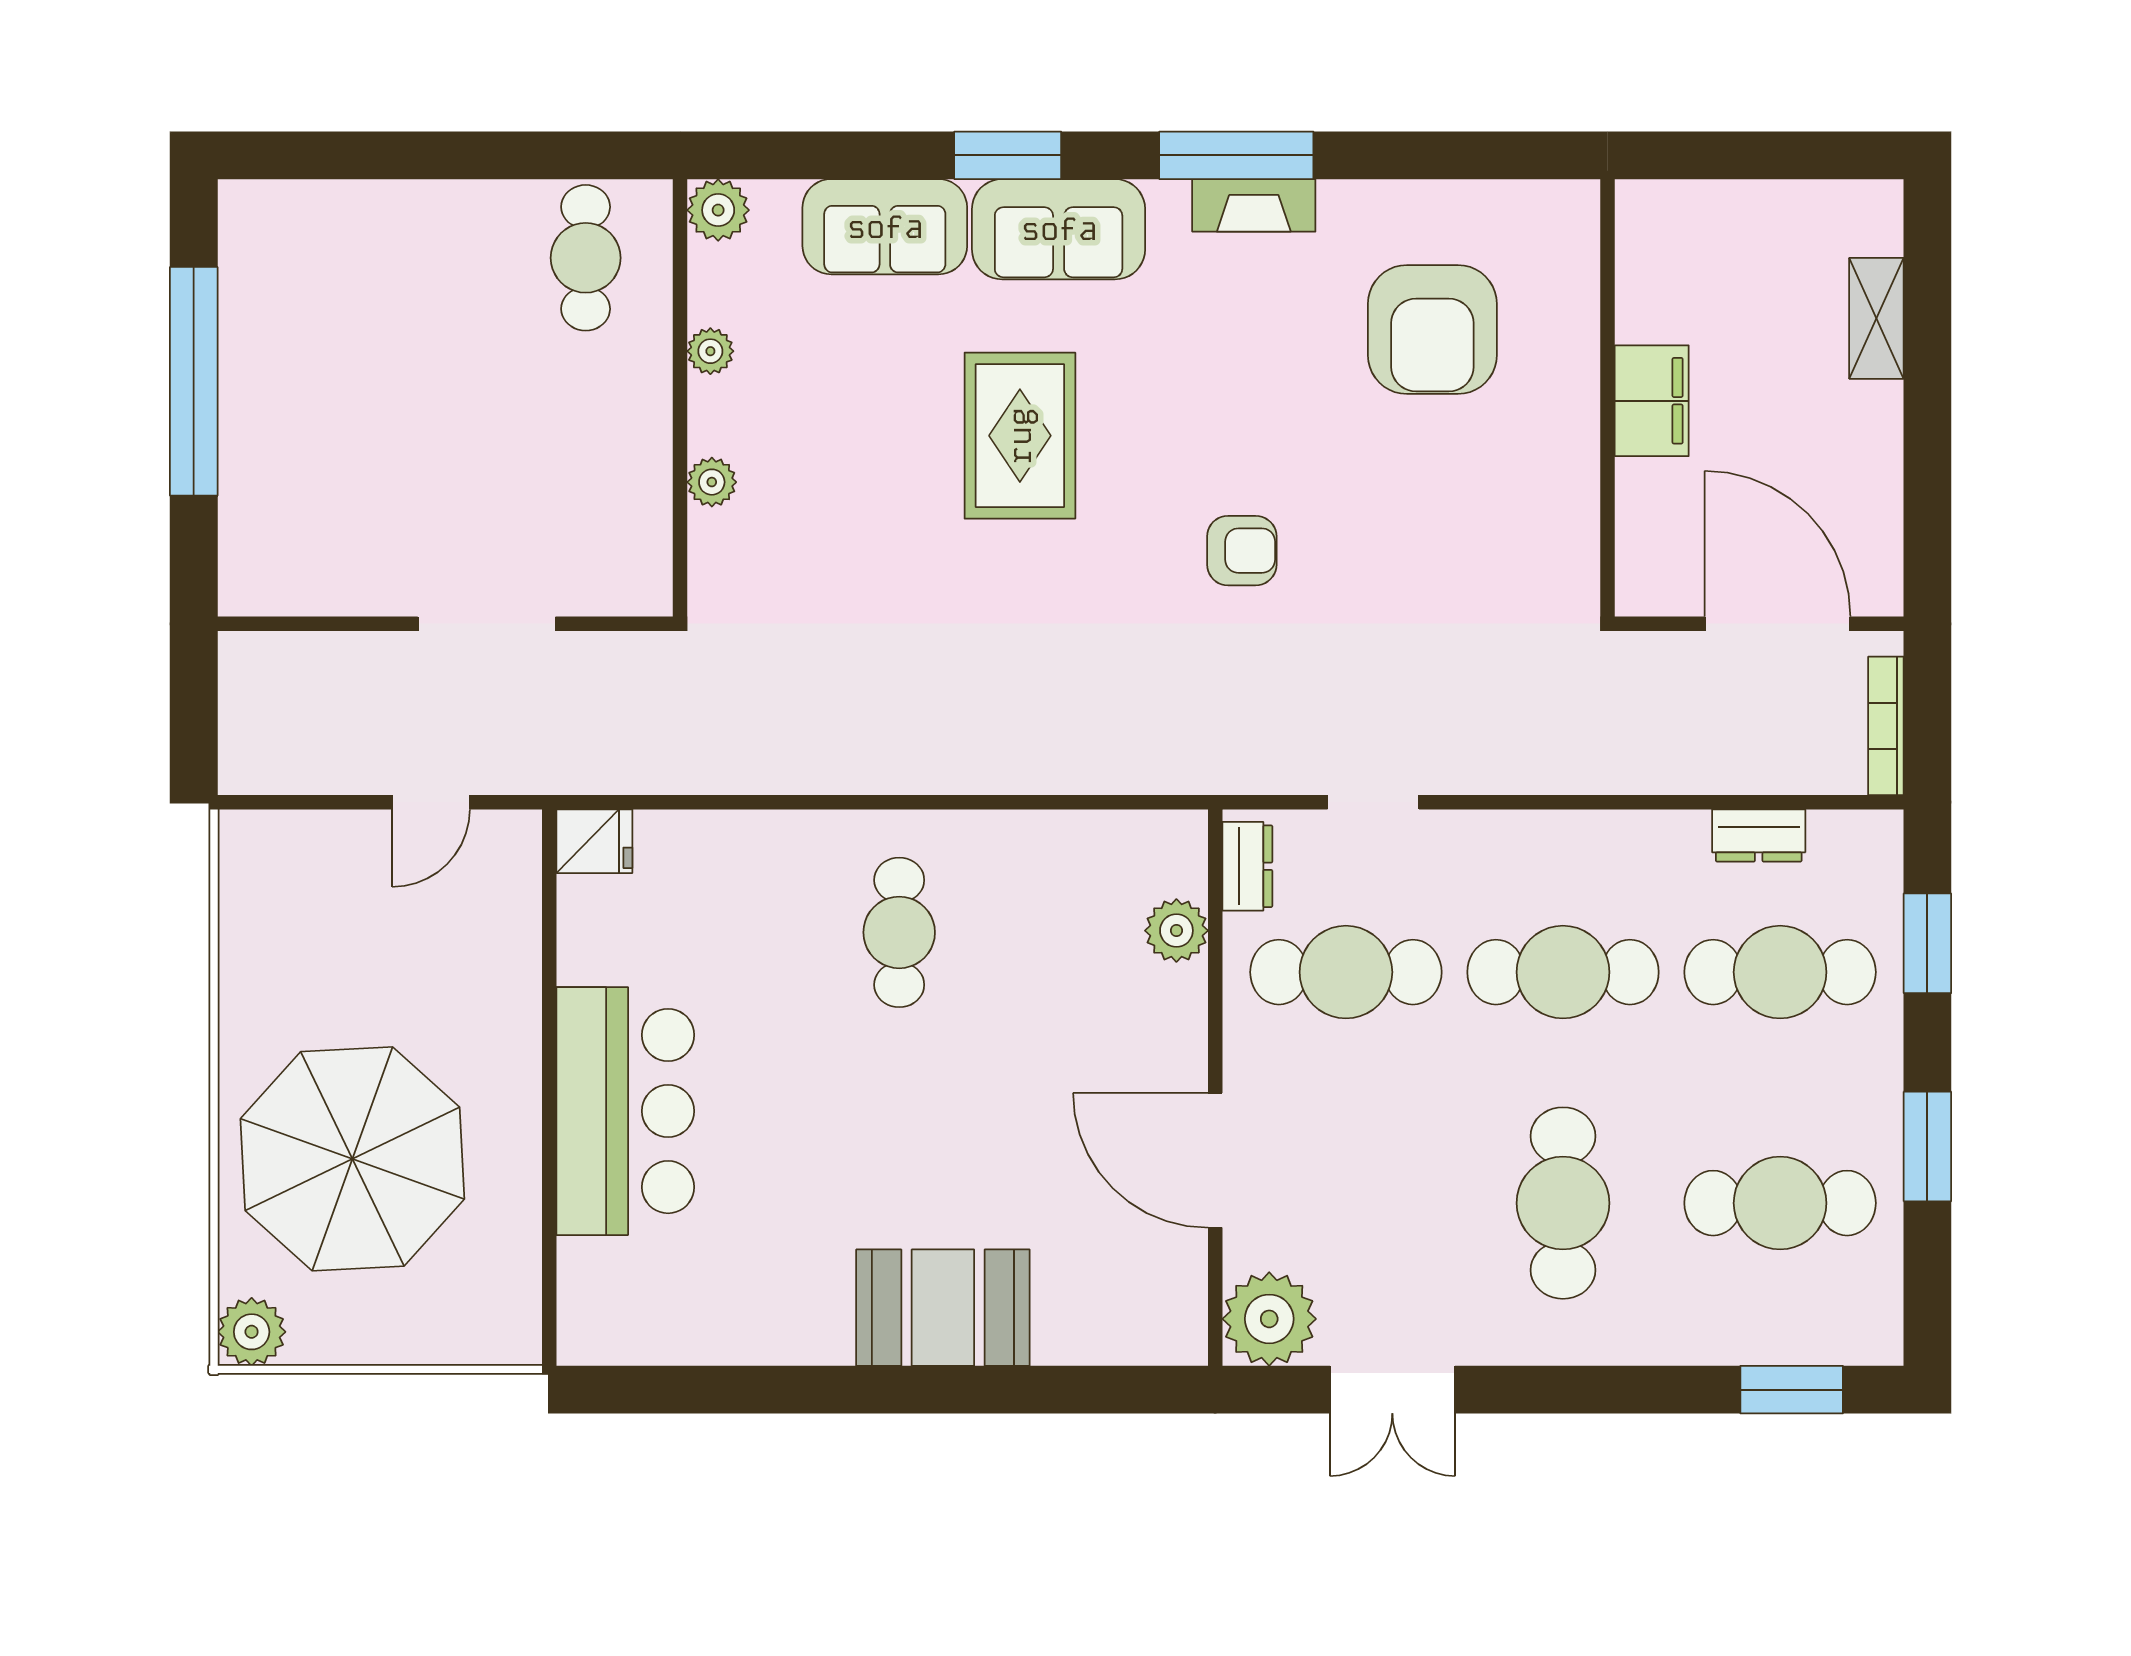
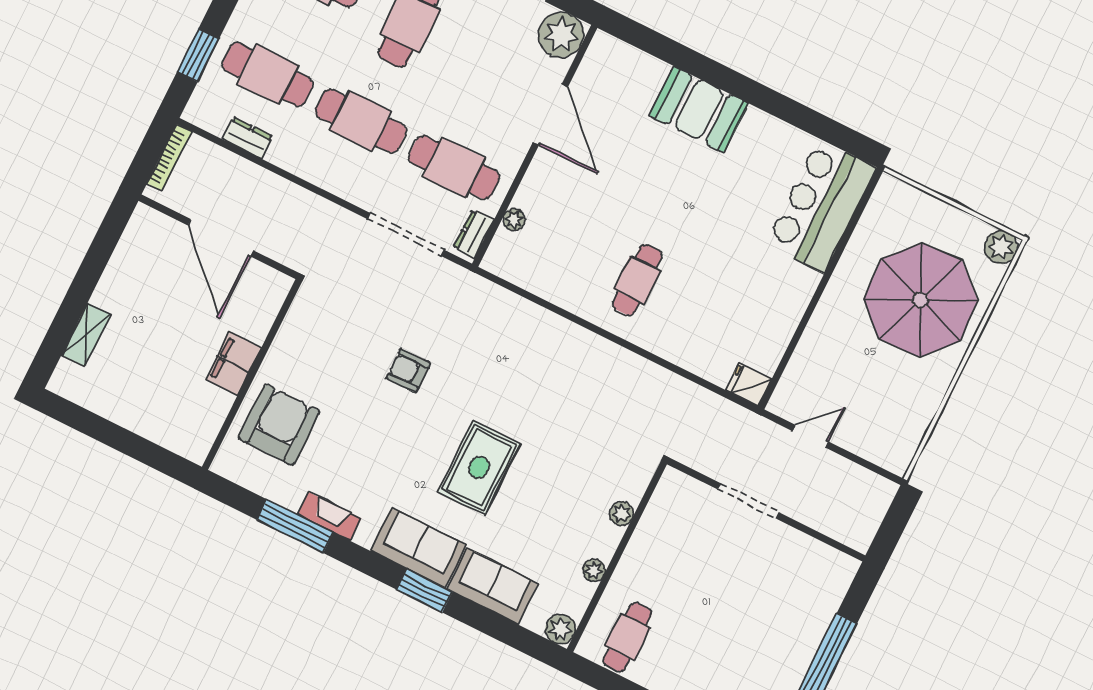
window: (1236, 155) -> (295, 526), moved
wall: (1608, 398) -> (252, 375), moved
filing cabinet: (1652, 401) -> (233, 364), moved
door: (1778, 624) -> (221, 238), moved
doorway: (1373, 802) -> (406, 235), width x1.88
plant: (1176, 931) -> (514, 220), width x0.73, depth x0.73
bar counter: (625, 1111) -> (821, 206), moved

